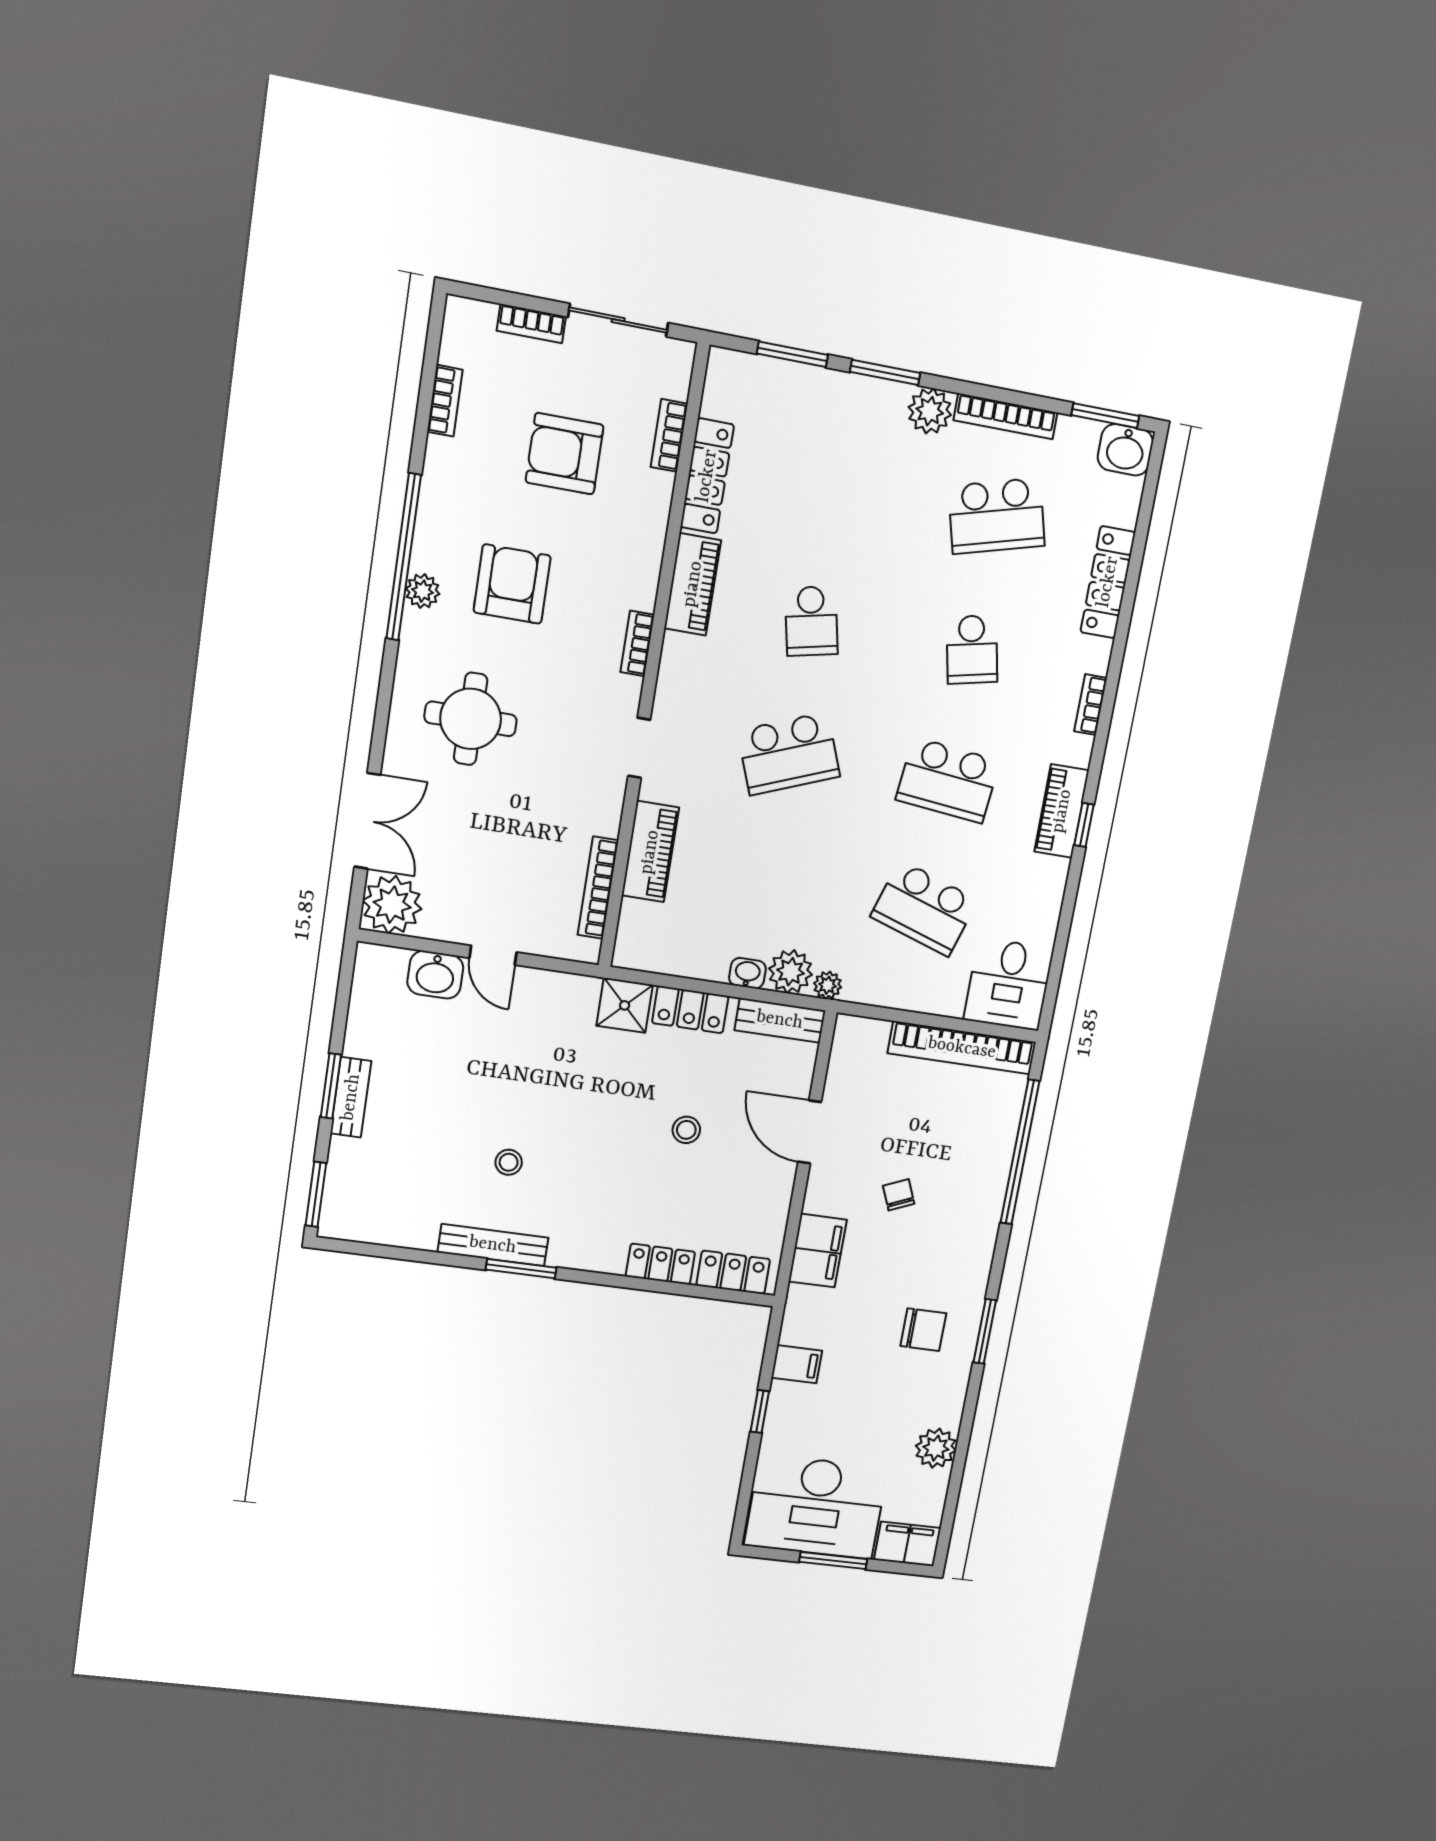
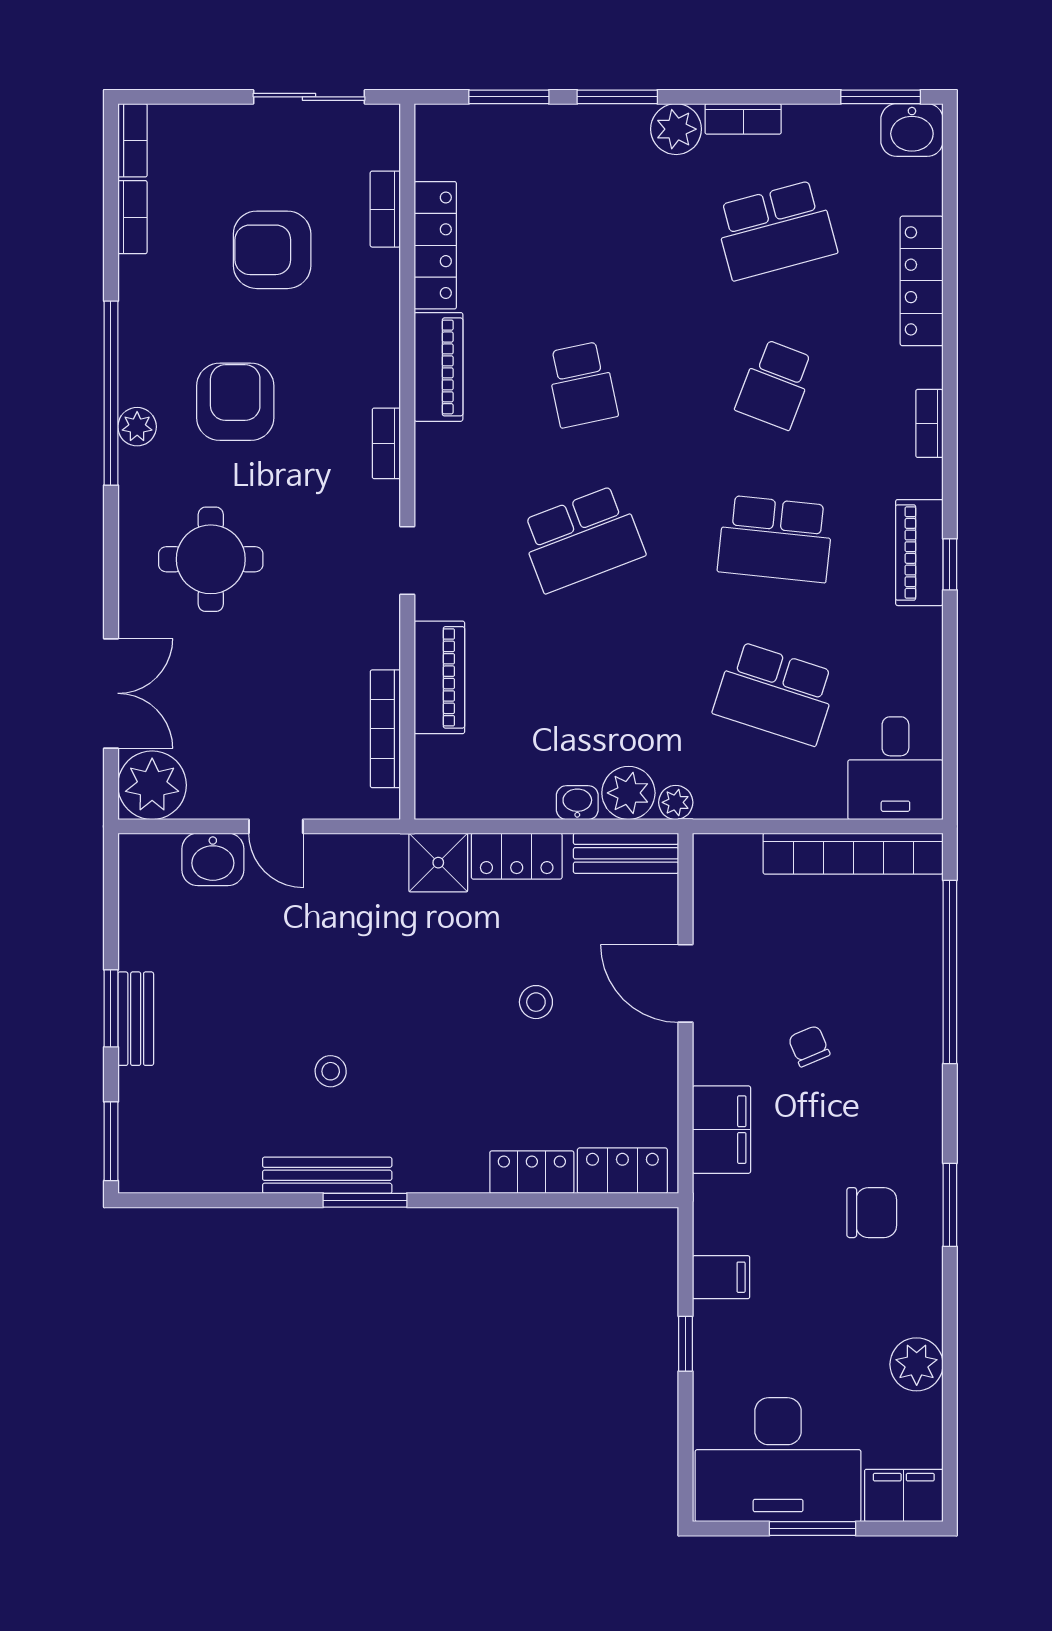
bookcase: (531, 324) -> (132, 140), moved, turned -90
bookcase: (1006, 416) -> (743, 119), width x0.64
school desk: (972, 650) -> (775, 384), turned 33

